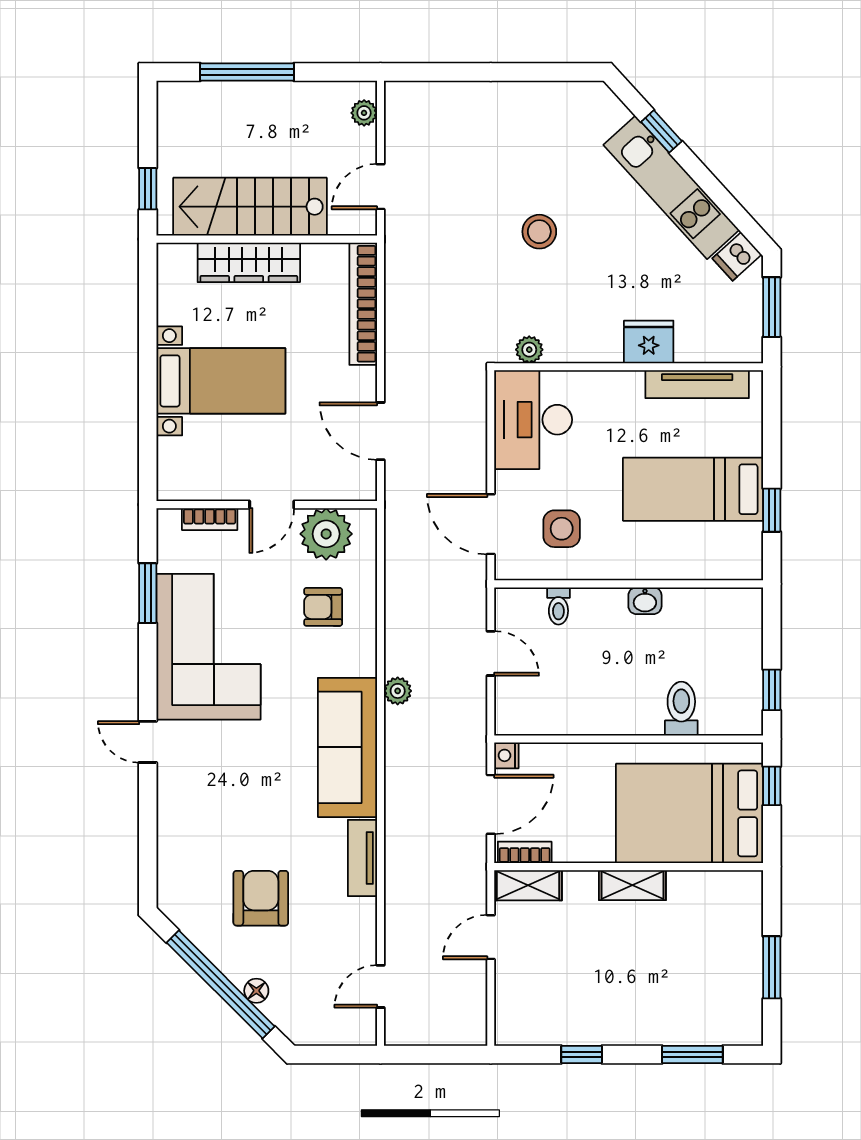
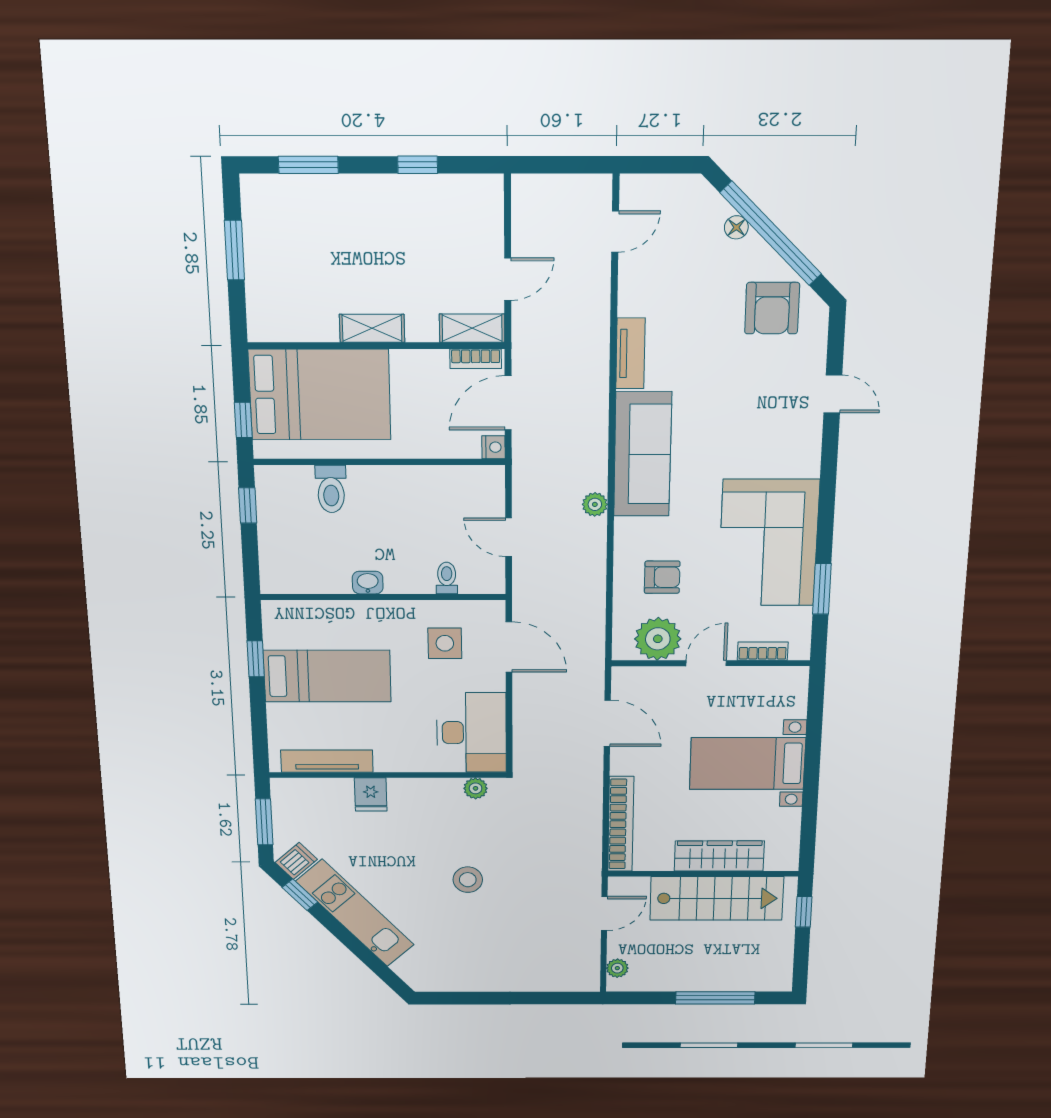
window: (661, 131) -> (300, 895), moved
fridge: (649, 342) -> (371, 795), width x0.72
door: (148, 742) -> (833, 394), moved
armchair: (261, 898) -> (772, 308), moved

